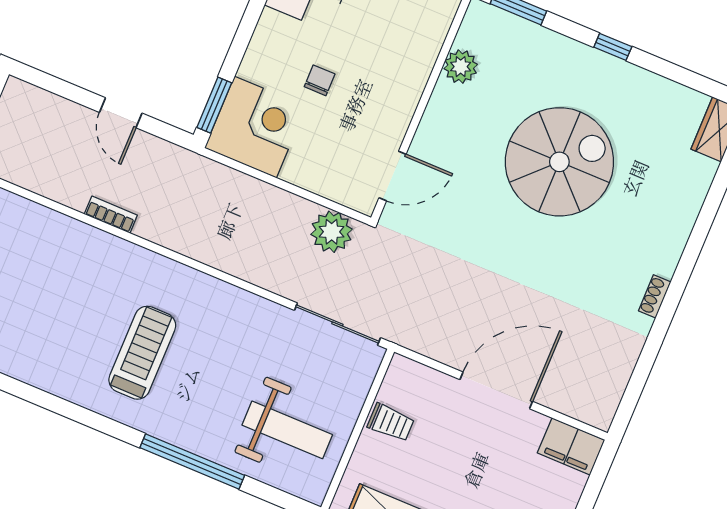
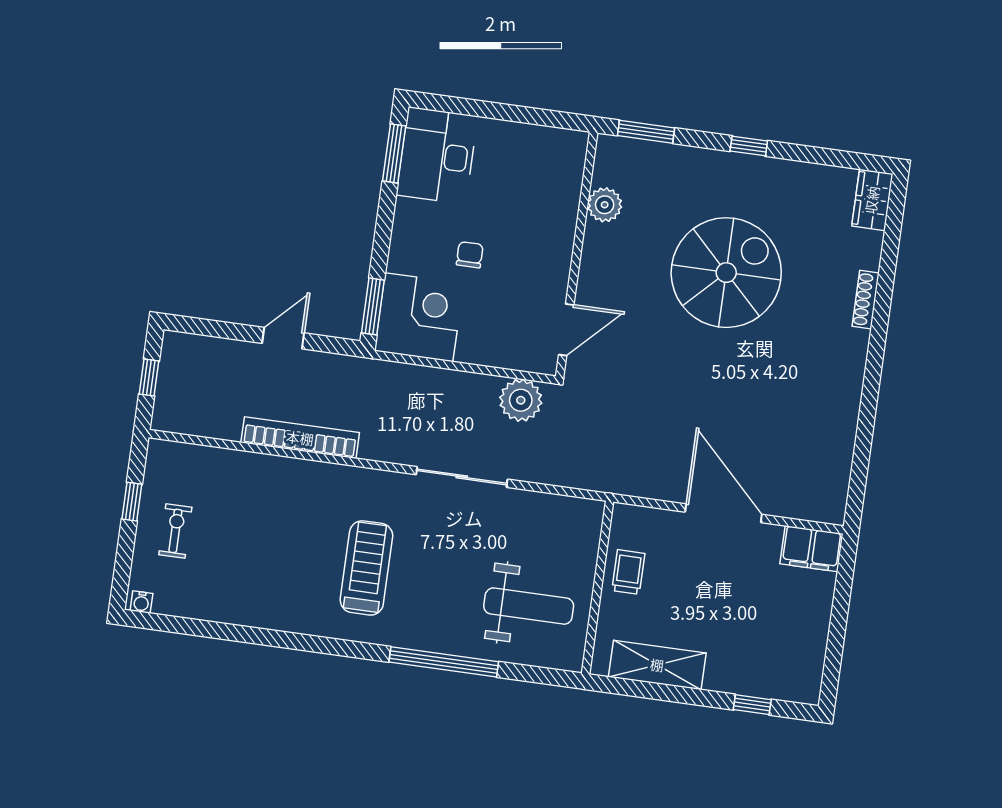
door: (121, 113) -> (283, 338), swing flipped
bookcase: (111, 215) -> (300, 438), width x2.31, depth x1.31
shoe rack: (655, 296) -> (866, 300), moved, width x1.43
sliding door: (337, 324) -> (462, 477), moved
door: (496, 390) -> (724, 513), hinge flipped
trolley: (391, 422) -> (628, 572), turned -90

